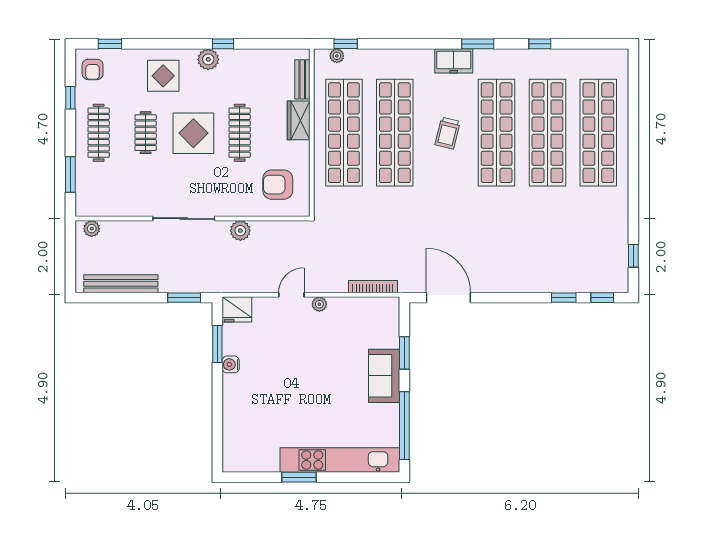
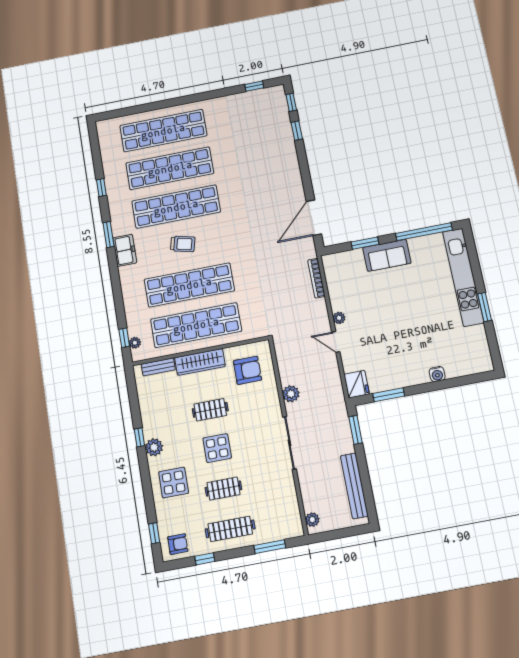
wardrobe: (299, 120) -> (200, 362), width x1.50
display table: (193, 133) -> (217, 448), width x0.73, depth x0.73
clothes rail: (240, 133) -> (210, 410), width x0.73
armchair: (278, 185) -> (247, 370), turned -90
water cooler: (231, 364) -> (437, 374), moved

